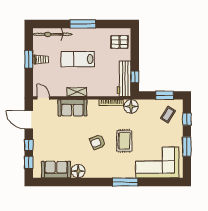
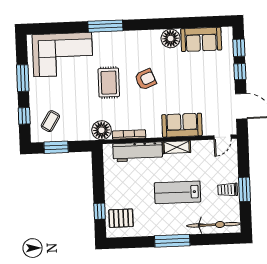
lab bench: (78, 59) -> (178, 192), turned 180
window: (135, 77) -> (100, 211), moved
workbench: (124, 79) -> (138, 152), moved, turned 90
door: (43, 98) -> (222, 137), hinge flipped

